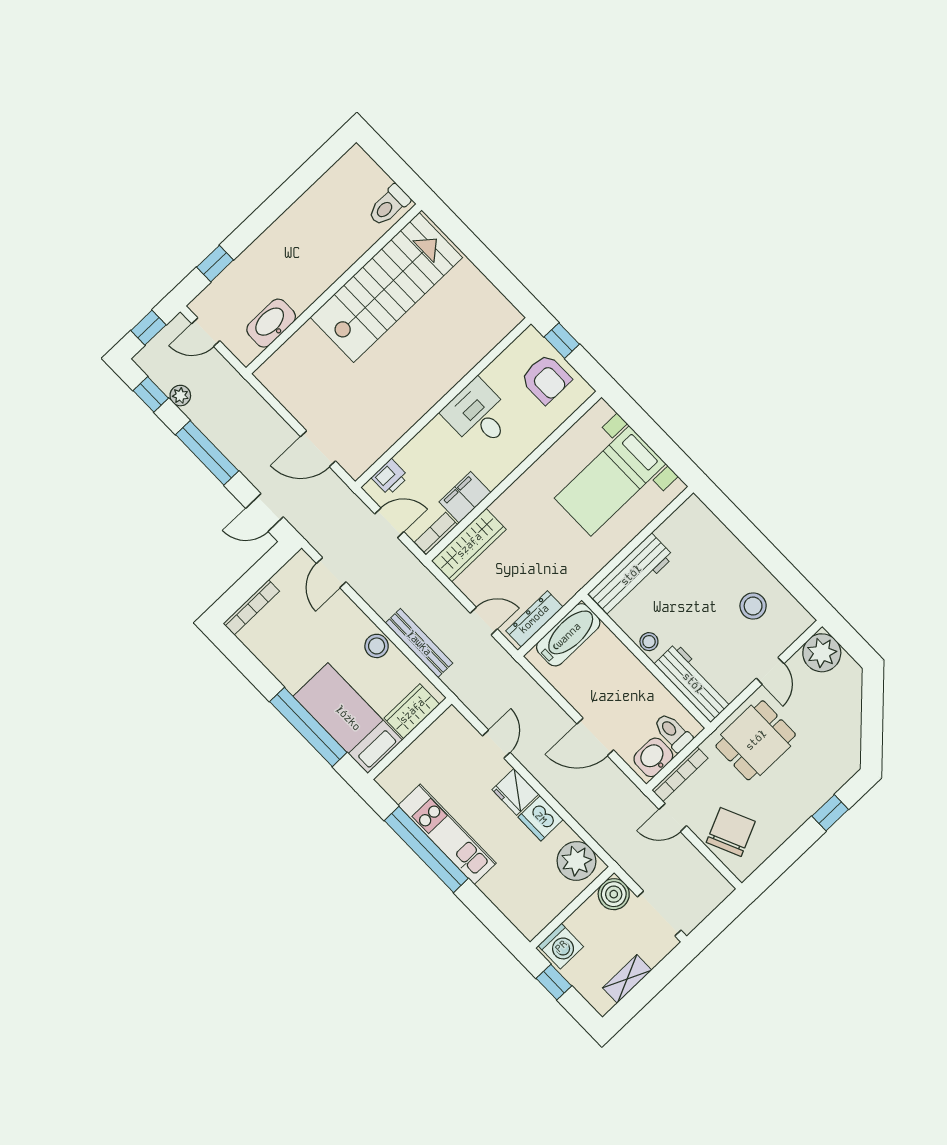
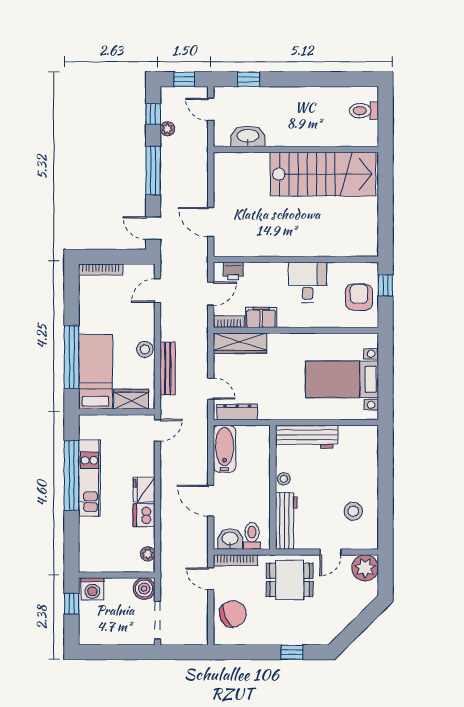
toilet: (389, 205) -> (364, 111), moved
armchair: (546, 379) -> (359, 297), turned 180
door: (389, 523) -> (211, 294), hinge flipped
bathtub: (568, 635) -> (225, 449), moved, turned -90
door: (496, 744) -> (158, 430), moved
plant: (576, 861) -> (148, 554), width x0.53, depth x0.53
shelving: (627, 979) -> (110, 638), removed

